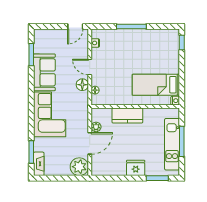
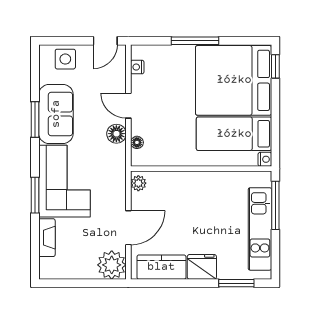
side table: (50, 38) -> (65, 59), added
bed: (156, 51) -> (234, 80), added
window: (31, 55) -> (35, 119), moved
kitchen counter: (127, 116) -> (161, 267), moved, turned 180
plant: (96, 127) -> (138, 183), moved
window: (182, 141) -> (275, 205), moved
window: (31, 152) -> (35, 195), moved
fireplace: (39, 164) -> (47, 238), moved

